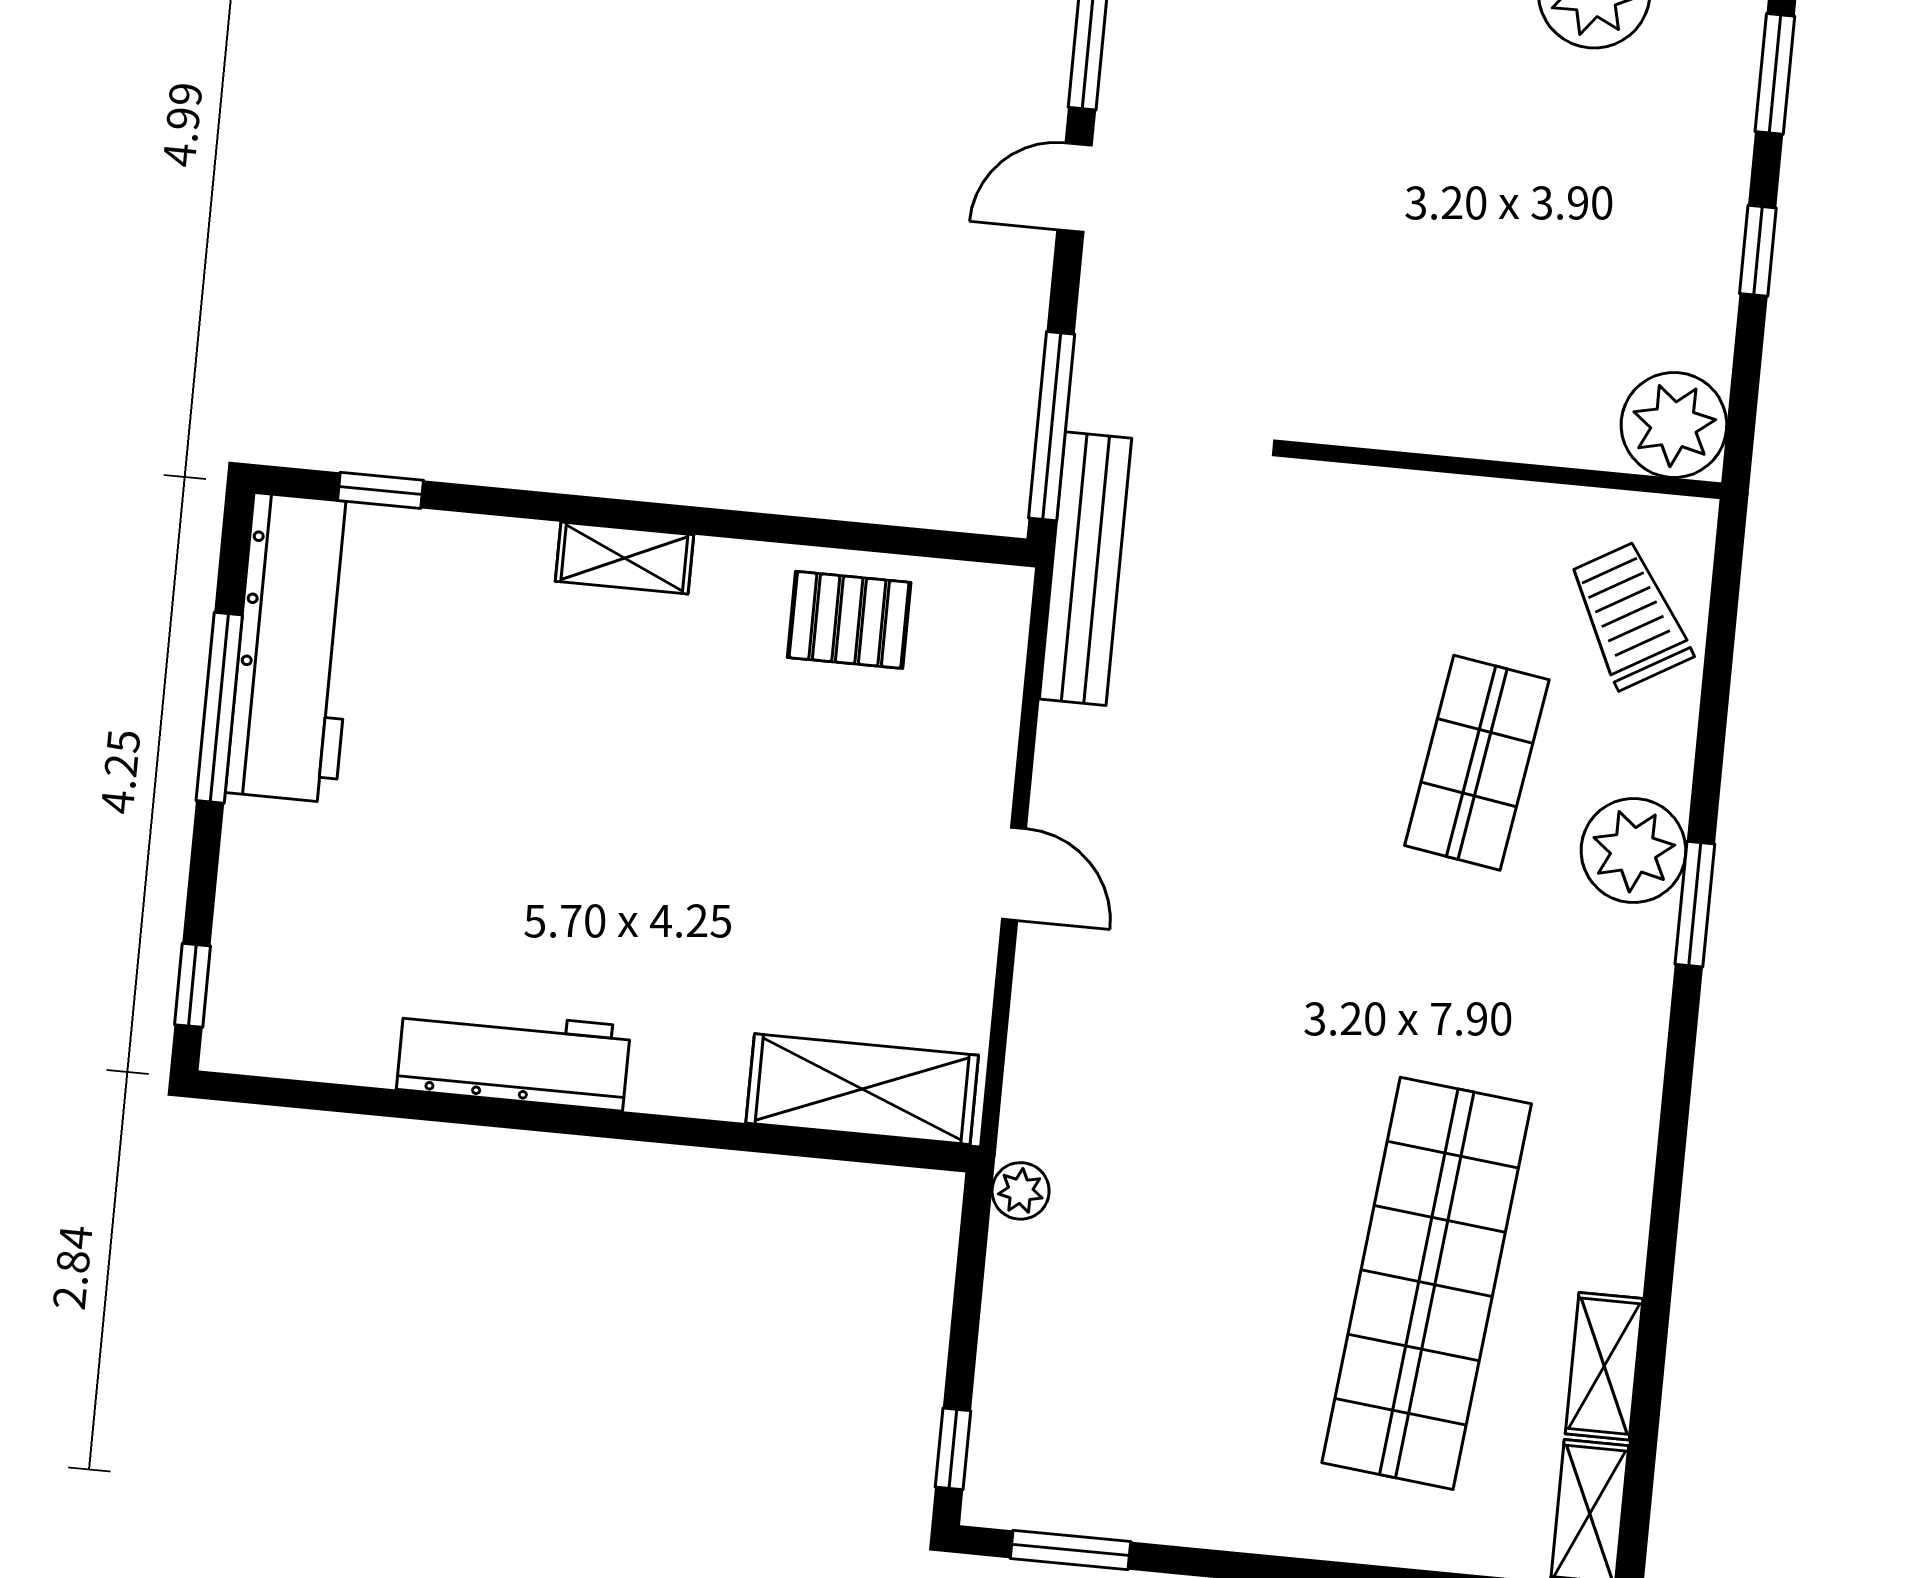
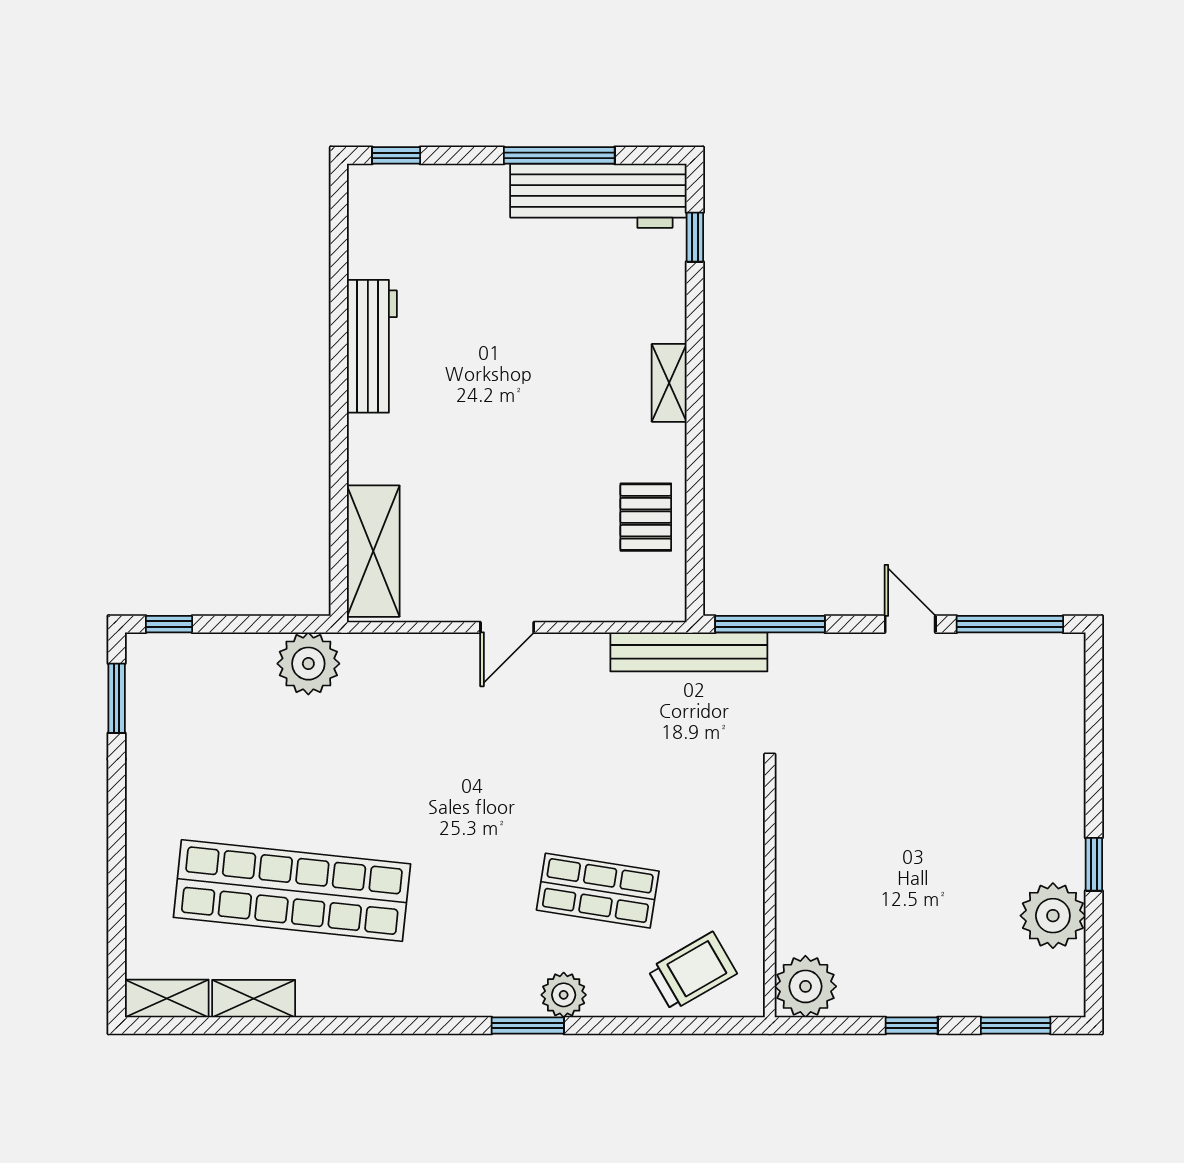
plant: (1633, 851) -> (564, 995), width x0.73, depth x0.73
plant: (1021, 1191) -> (308, 664), width x1.87, depth x1.87

